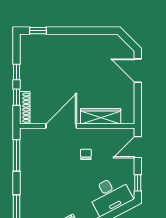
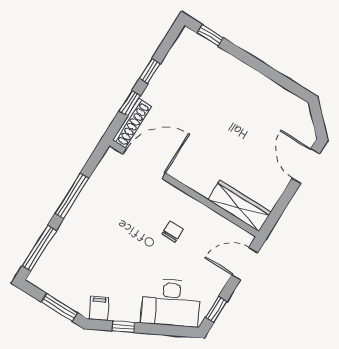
wardrobe: (101, 116) -> (240, 206), moved
door: (61, 126) -> (144, 164), moved
window: (16, 155) -> (72, 196), moved

